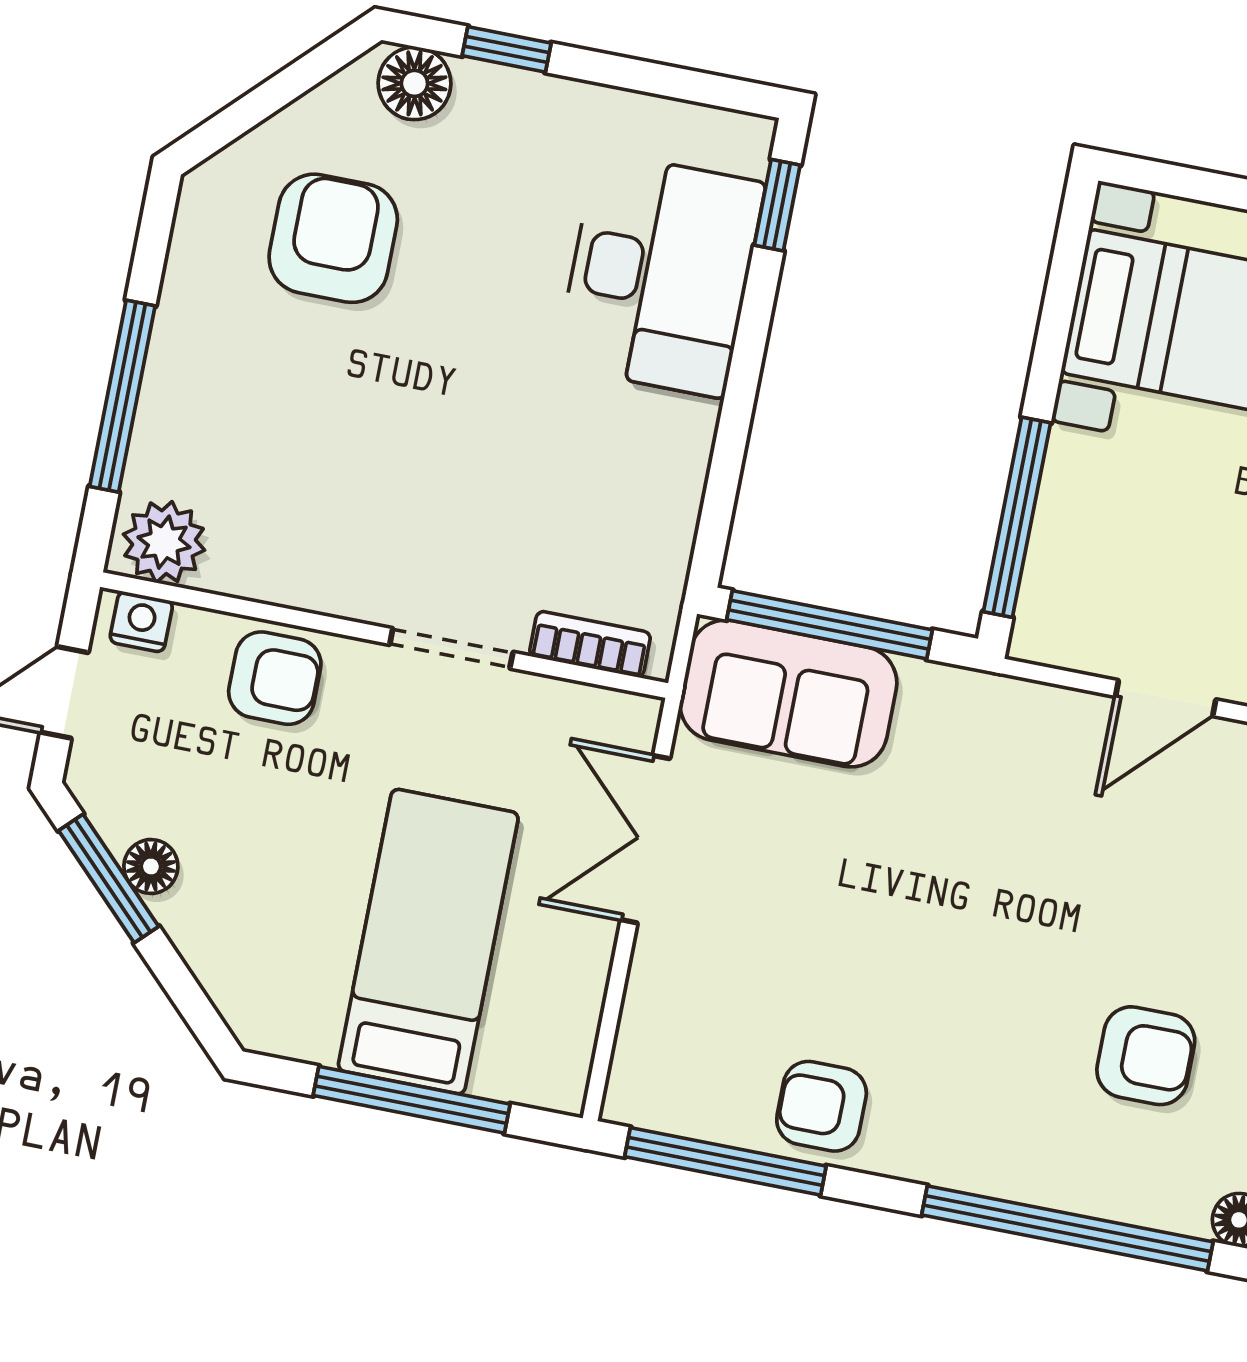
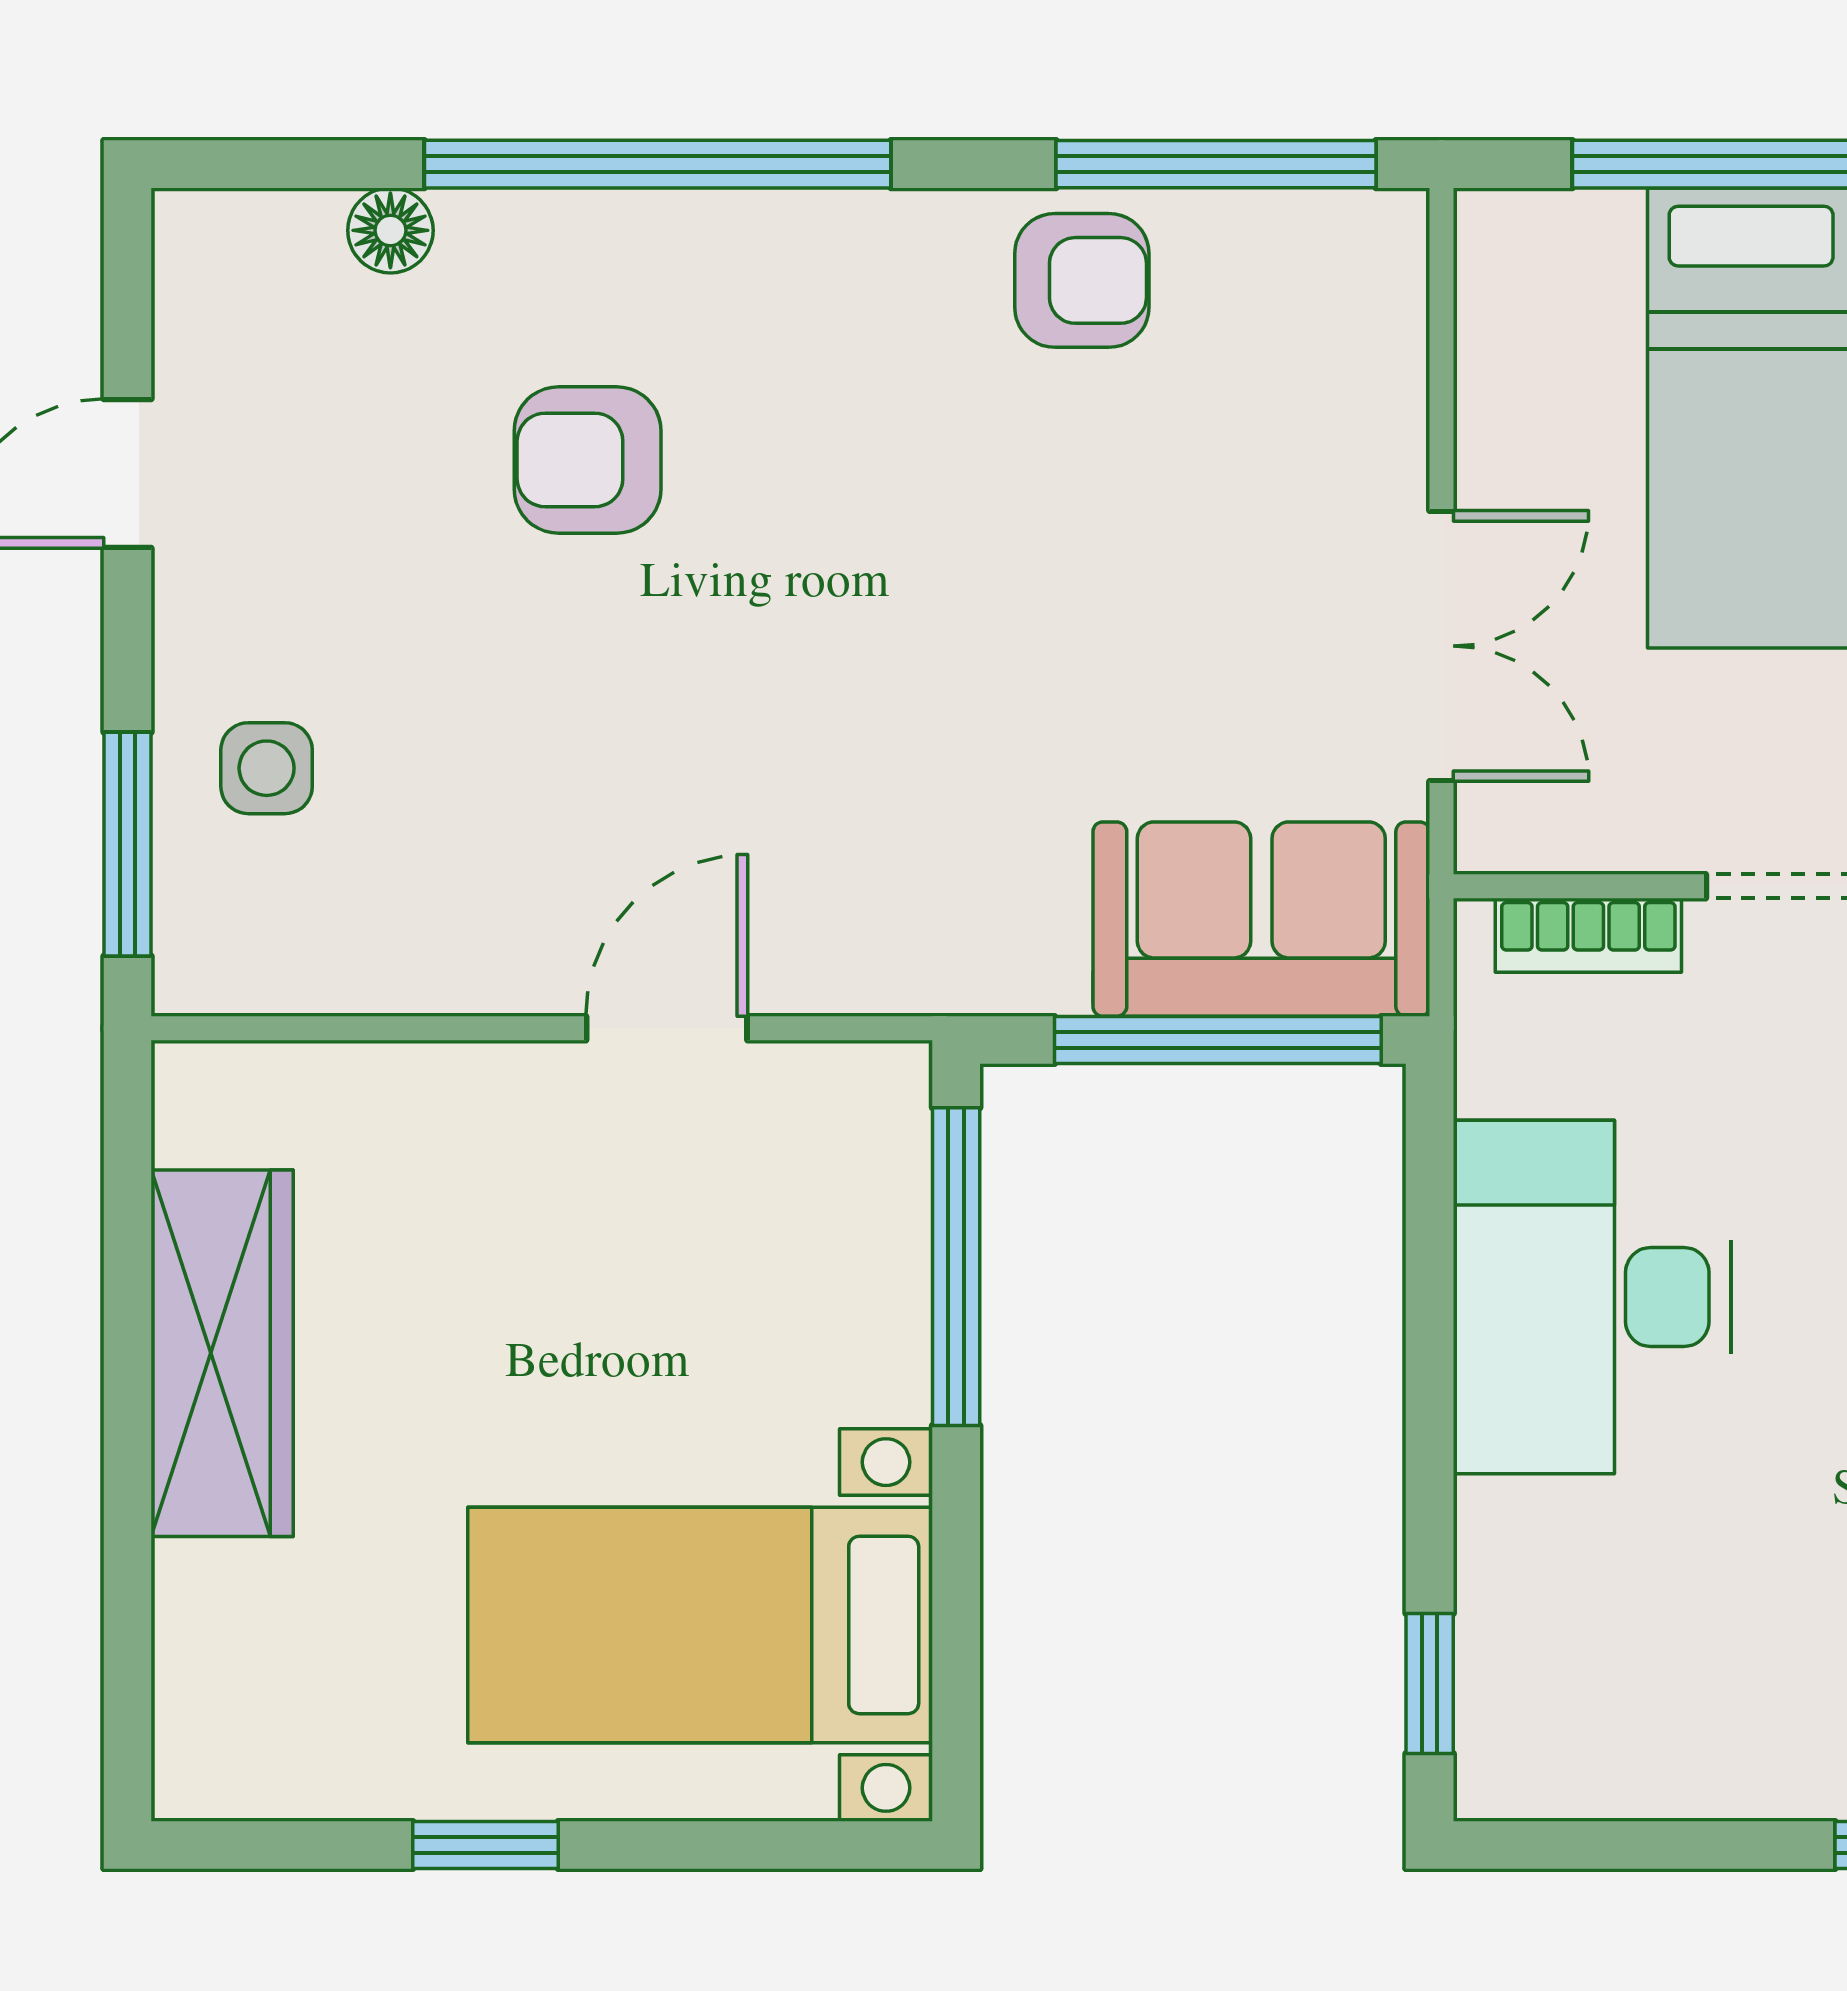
desk: (660, 275) -> (1592, 1297), moved

